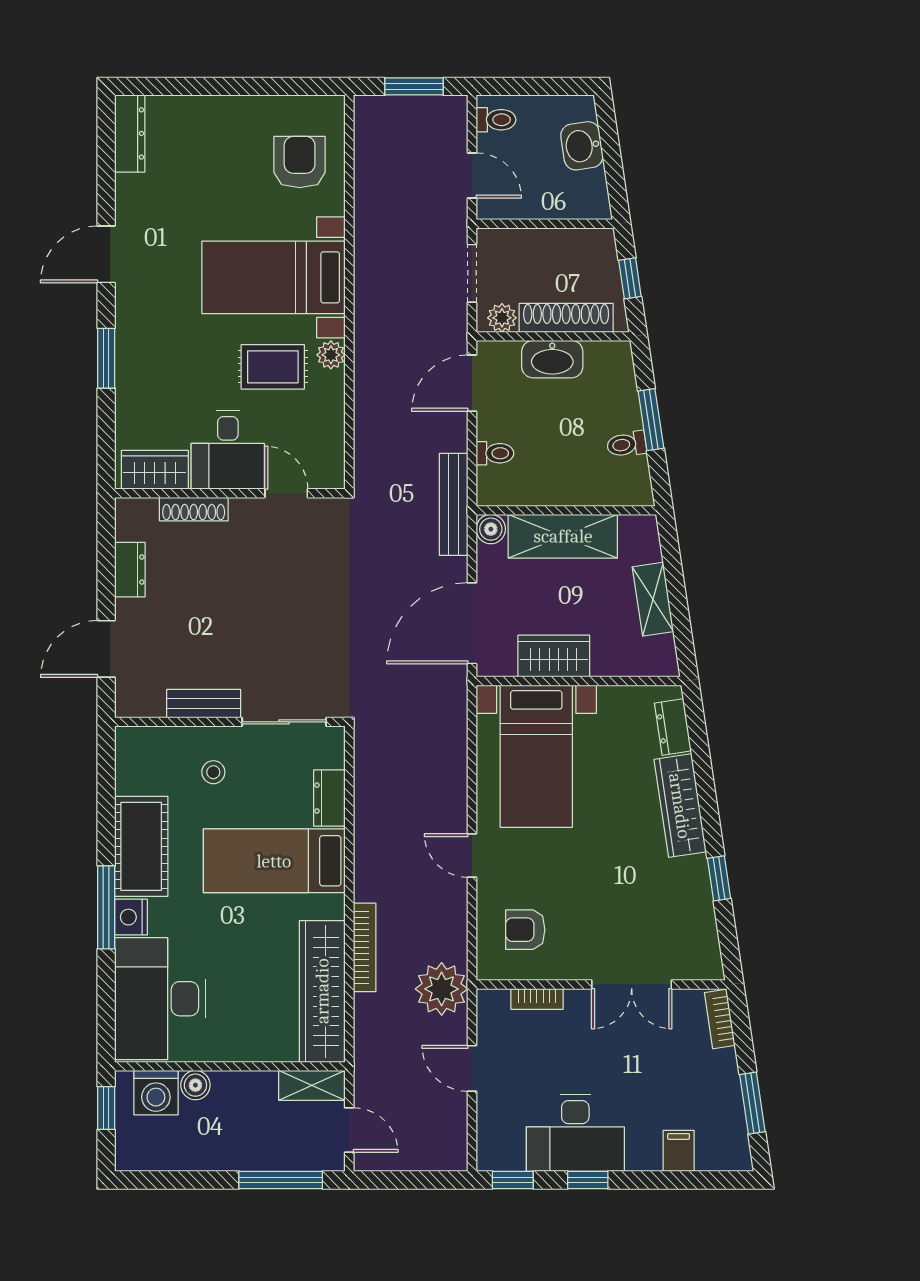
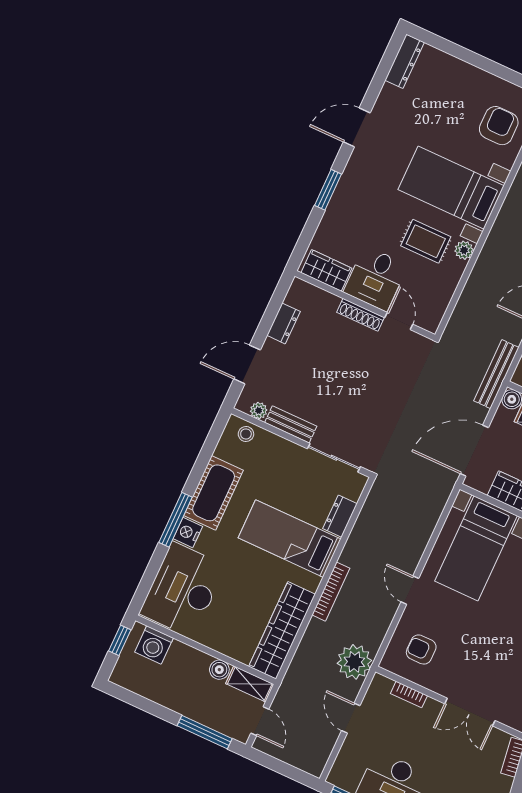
shoe rack: (194, 509) -> (360, 315), moved
plant: (151, 705) -> (259, 411), added
stool: (213, 772) -> (246, 434), moved
bookcase: (365, 947) -> (331, 592), moved
boiler: (195, 1085) -> (219, 670), moved

